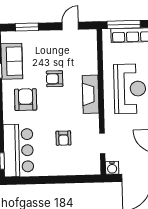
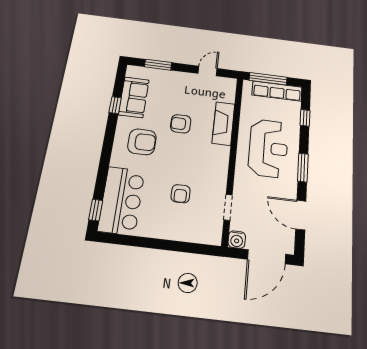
fireplace: (91, 94) -> (223, 123), moved
armchair: (26, 100) -> (142, 142), turned 90

